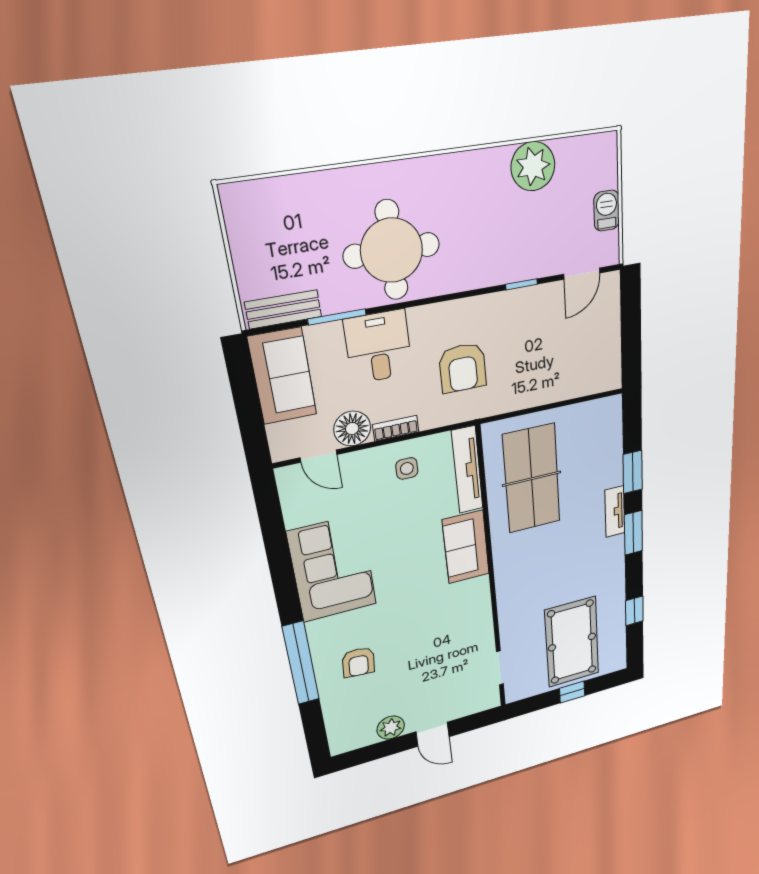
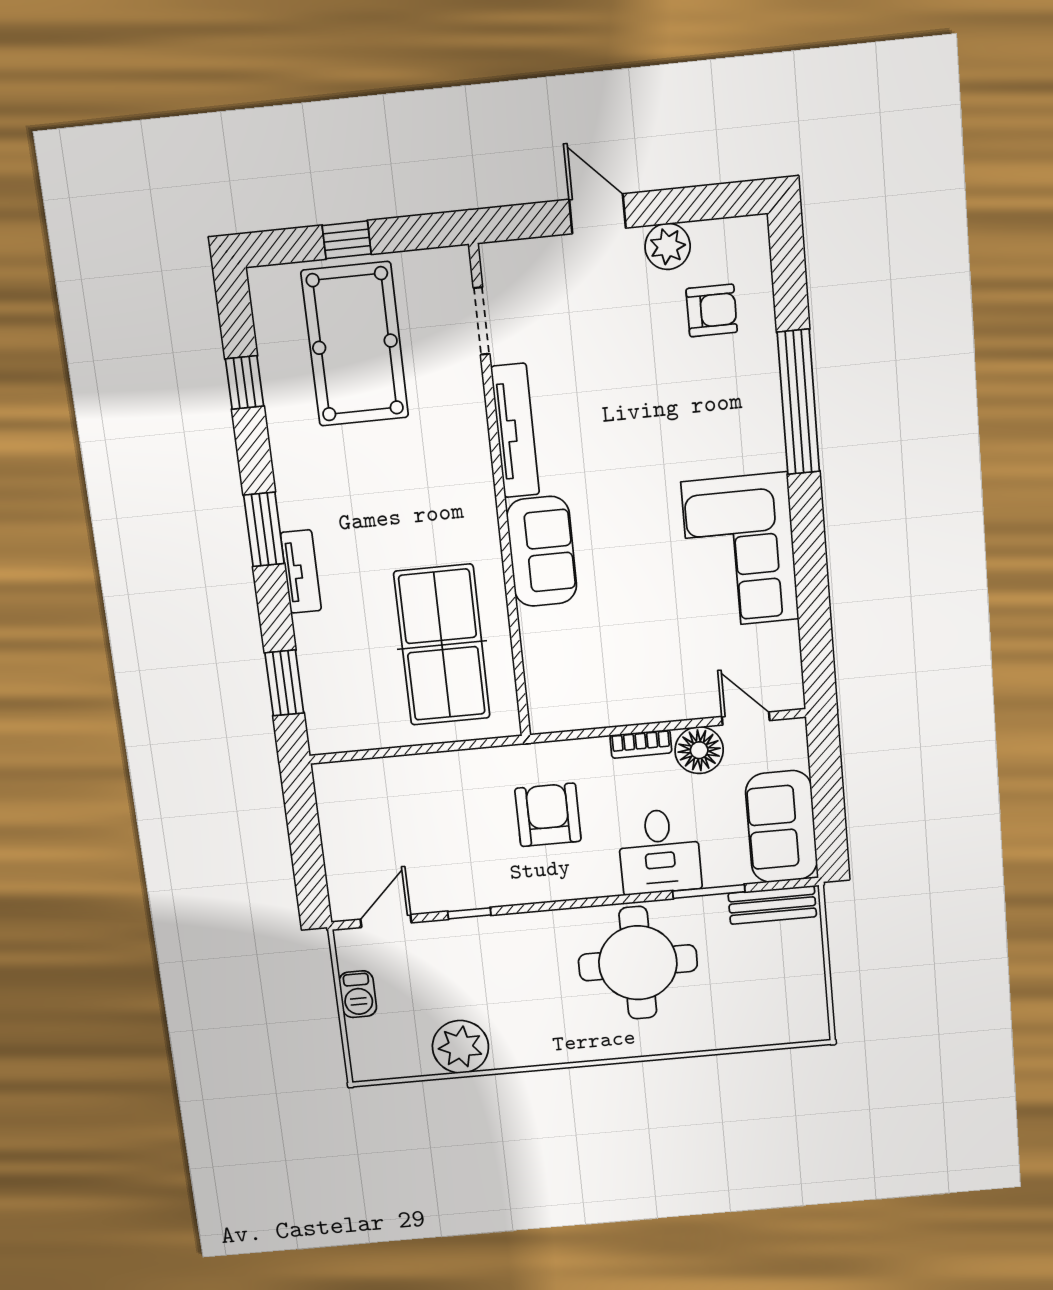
side table: (407, 468) -> (627, 685), removed
tv unit: (467, 470) -> (515, 431), moved
window: (633, 472) -> (284, 683), moved
armchair: (358, 662) -> (712, 310), moved, turned 85

